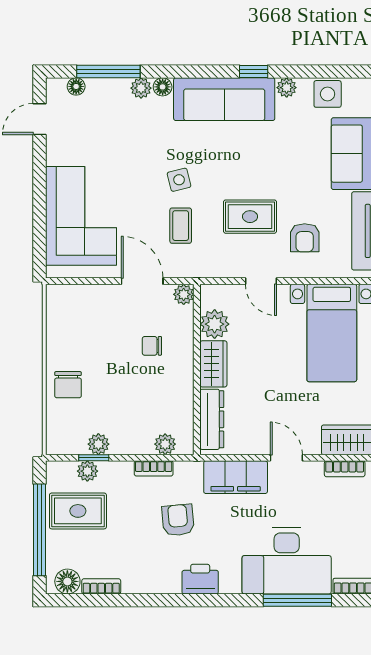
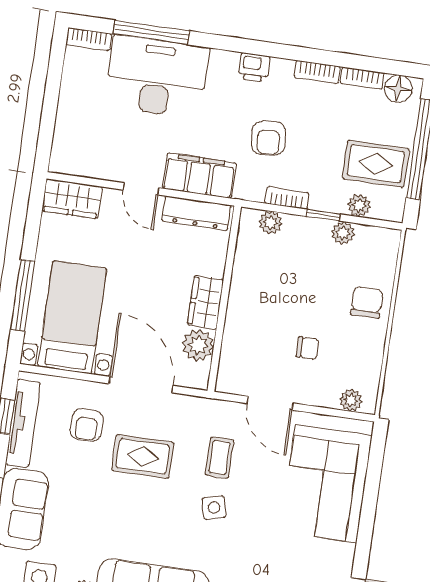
armchair: (305, 238) -> (87, 425), turned 180
door: (261, 281) -> (141, 385), width x1.88
plant: (184, 294) -> (351, 400), moved
chair: (152, 346) -> (308, 348), moved
dresser: (212, 419) -> (196, 213), moved, turned -90
window: (94, 458) -> (323, 215), moved
bookcase: (345, 469) -> (317, 72), moved, turned 180
printer: (200, 579) -> (254, 67), width x0.73, depth x0.81

